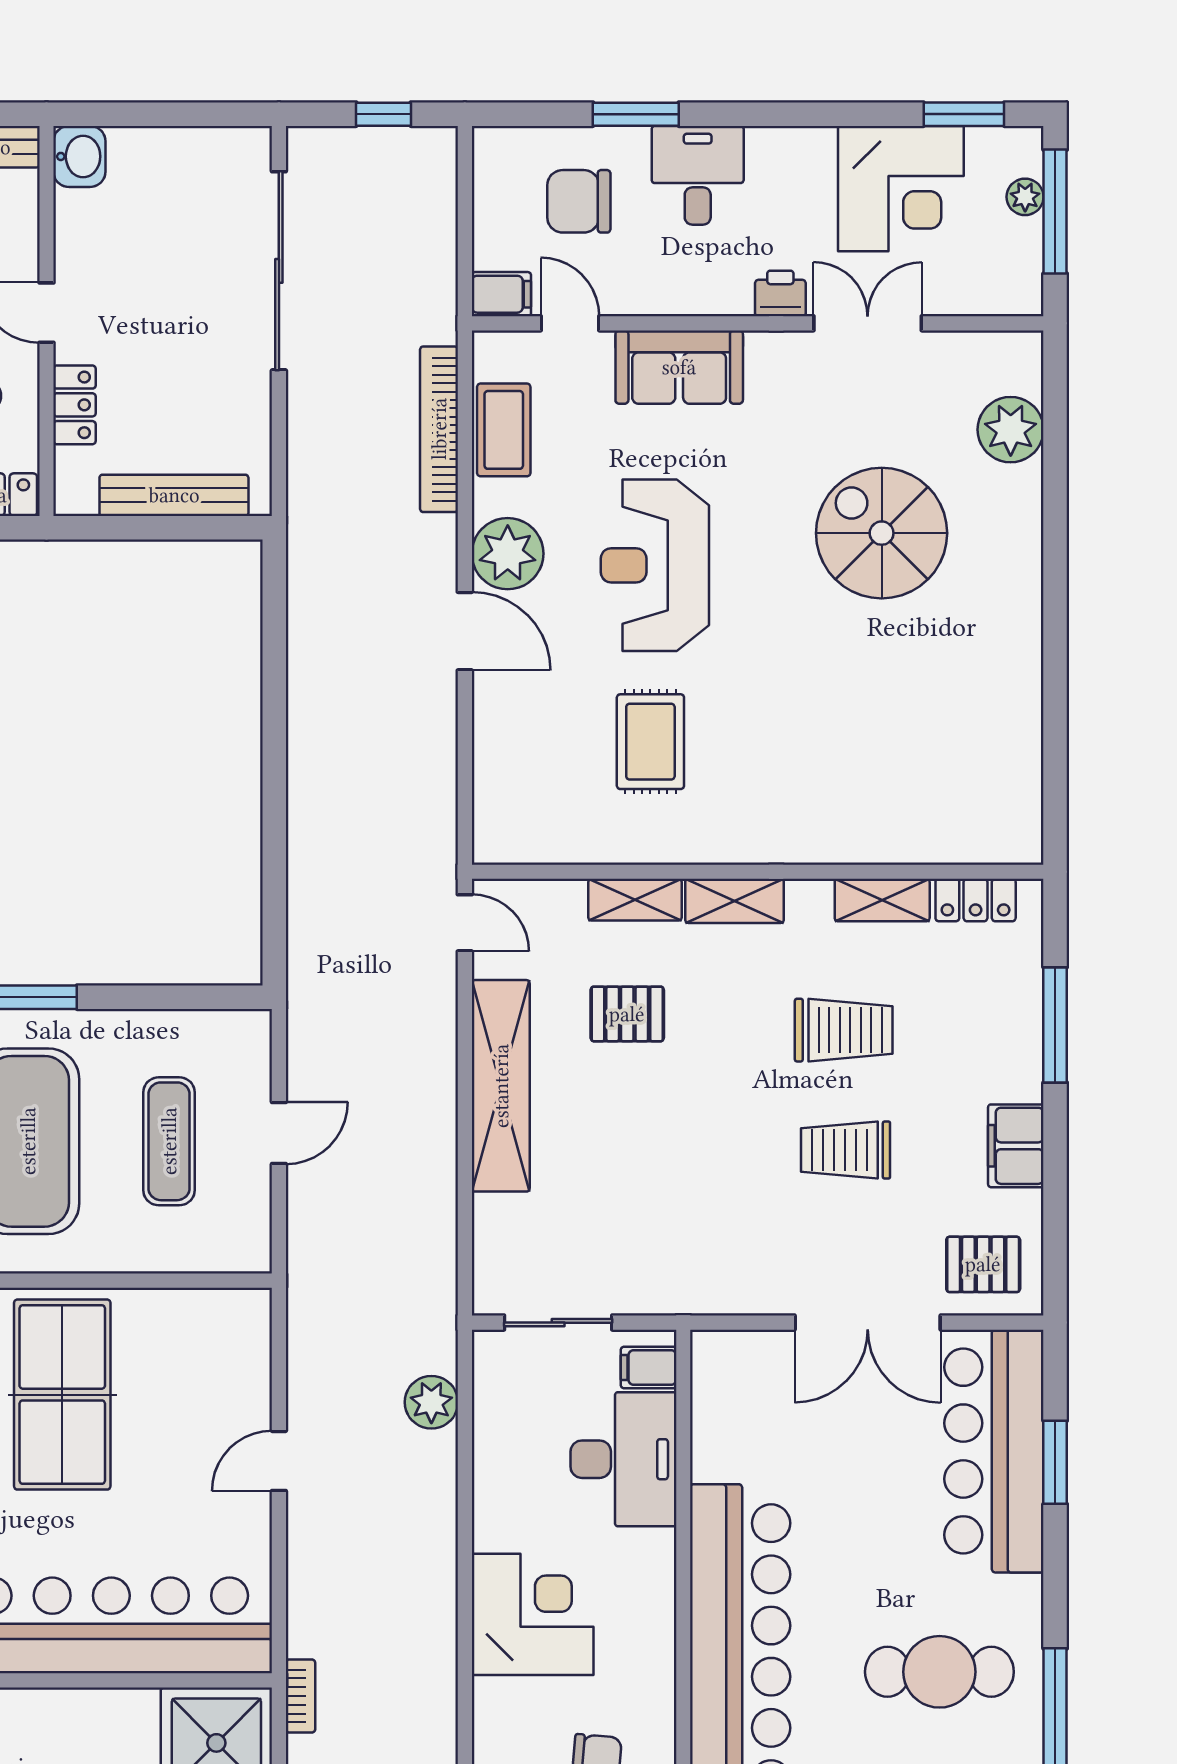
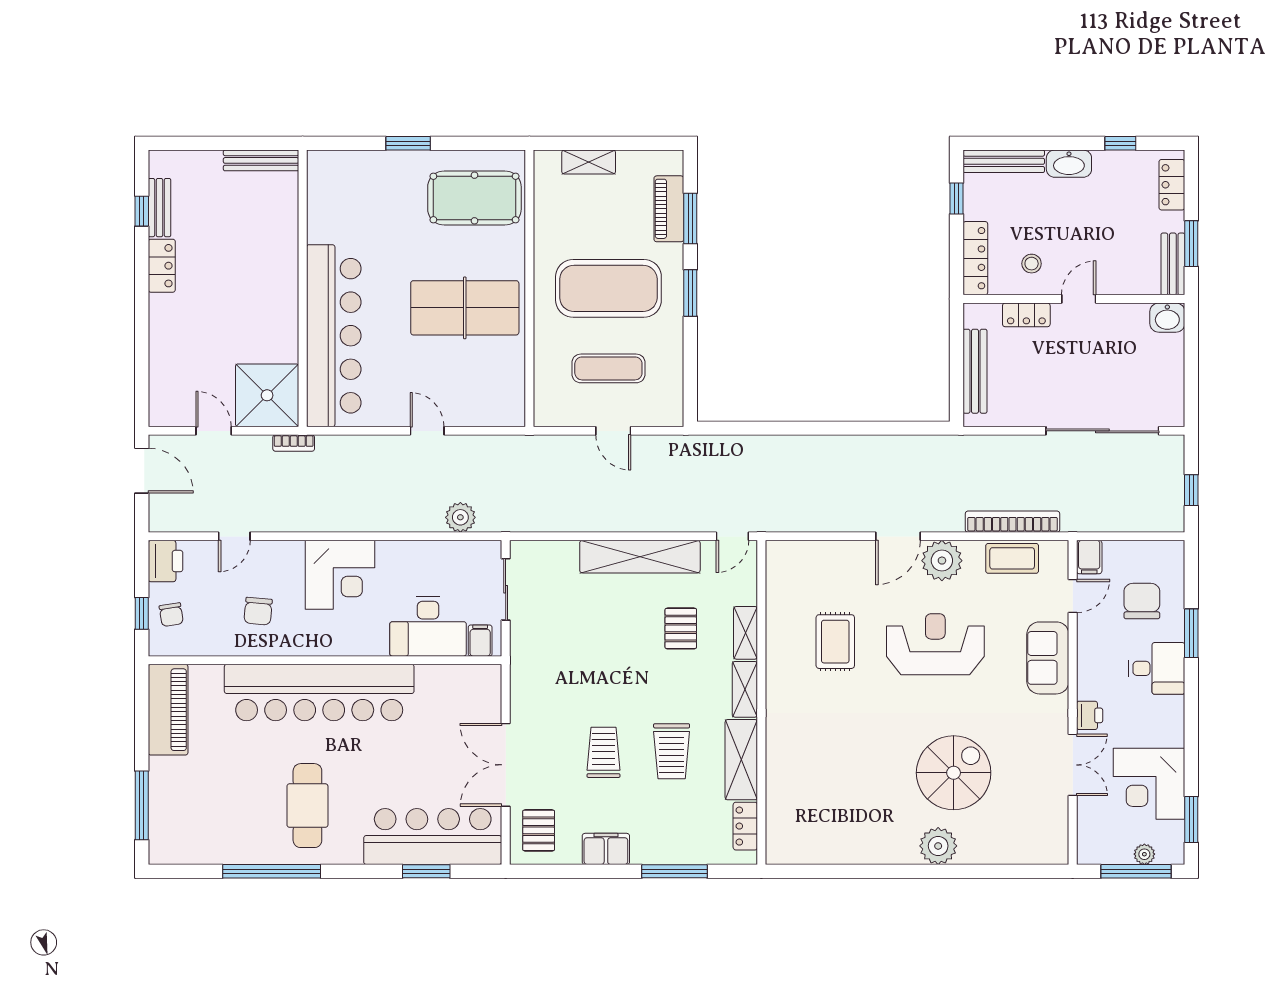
plant: (1011, 430) -> (938, 846), moved
rug: (650, 742) -> (835, 642), turned 90
shelving: (882, 900) -> (741, 760), width x1.50, depth x1.33

